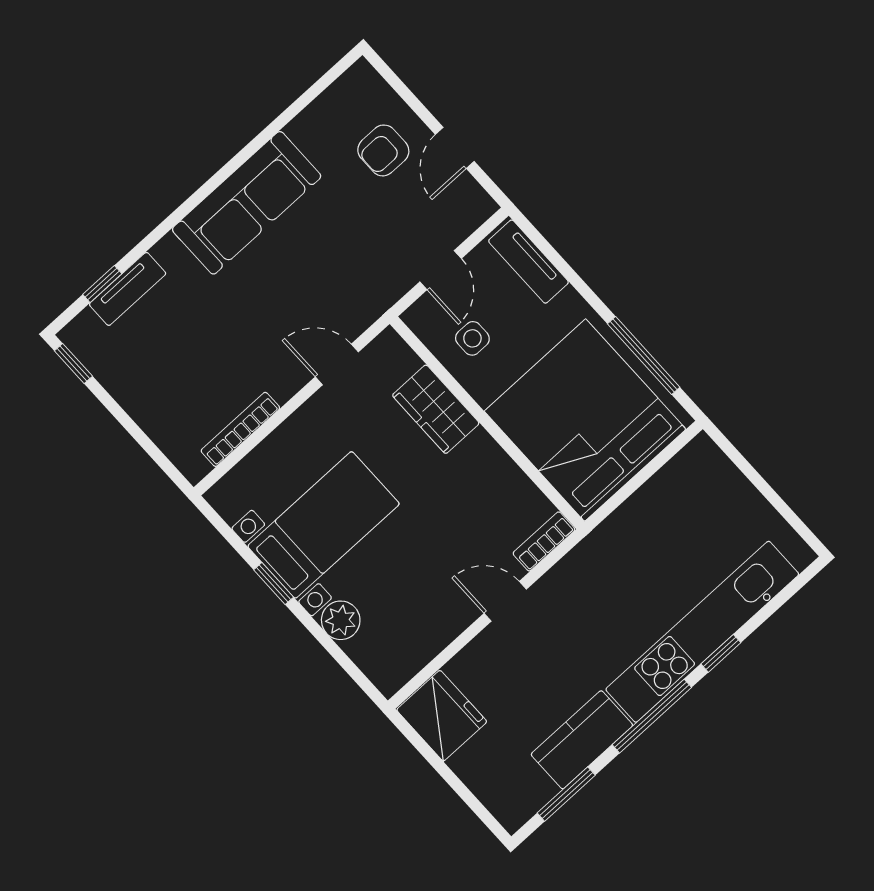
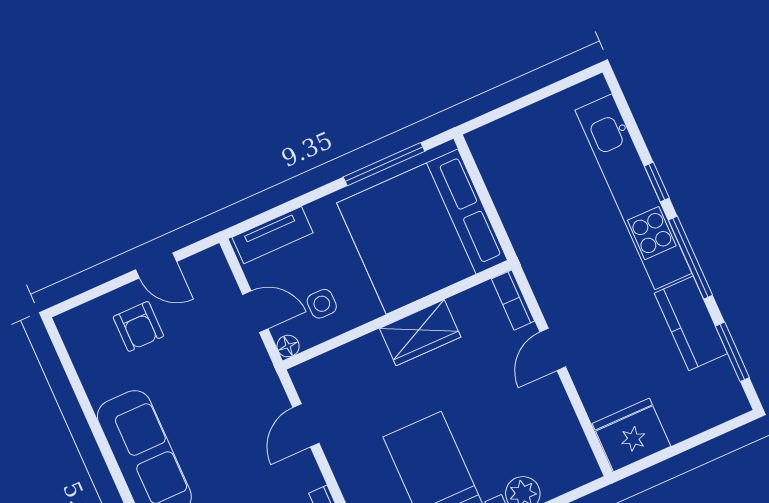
floor lamp: (415, 317) -> (288, 346), added
wardrobe: (436, 409) -> (420, 333), moved

